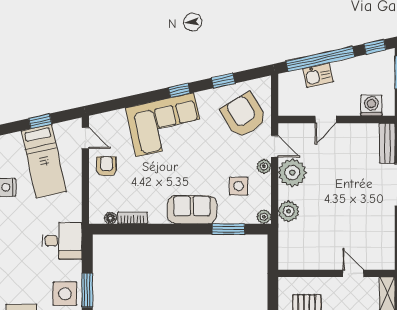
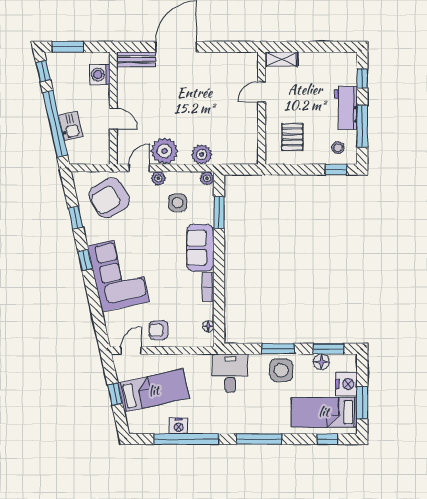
bookcase: (133, 218) -> (208, 287), moved

